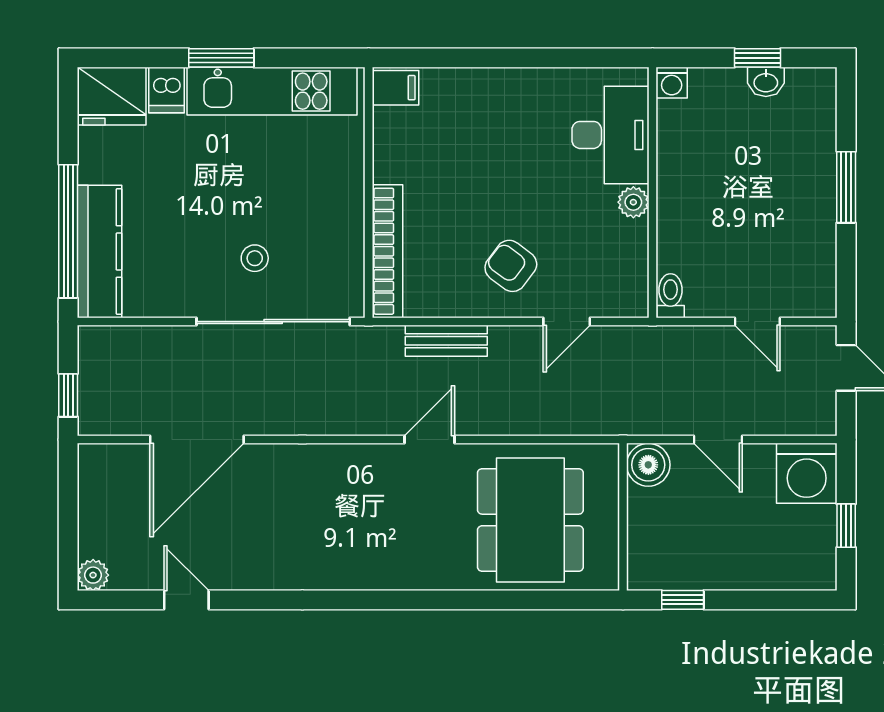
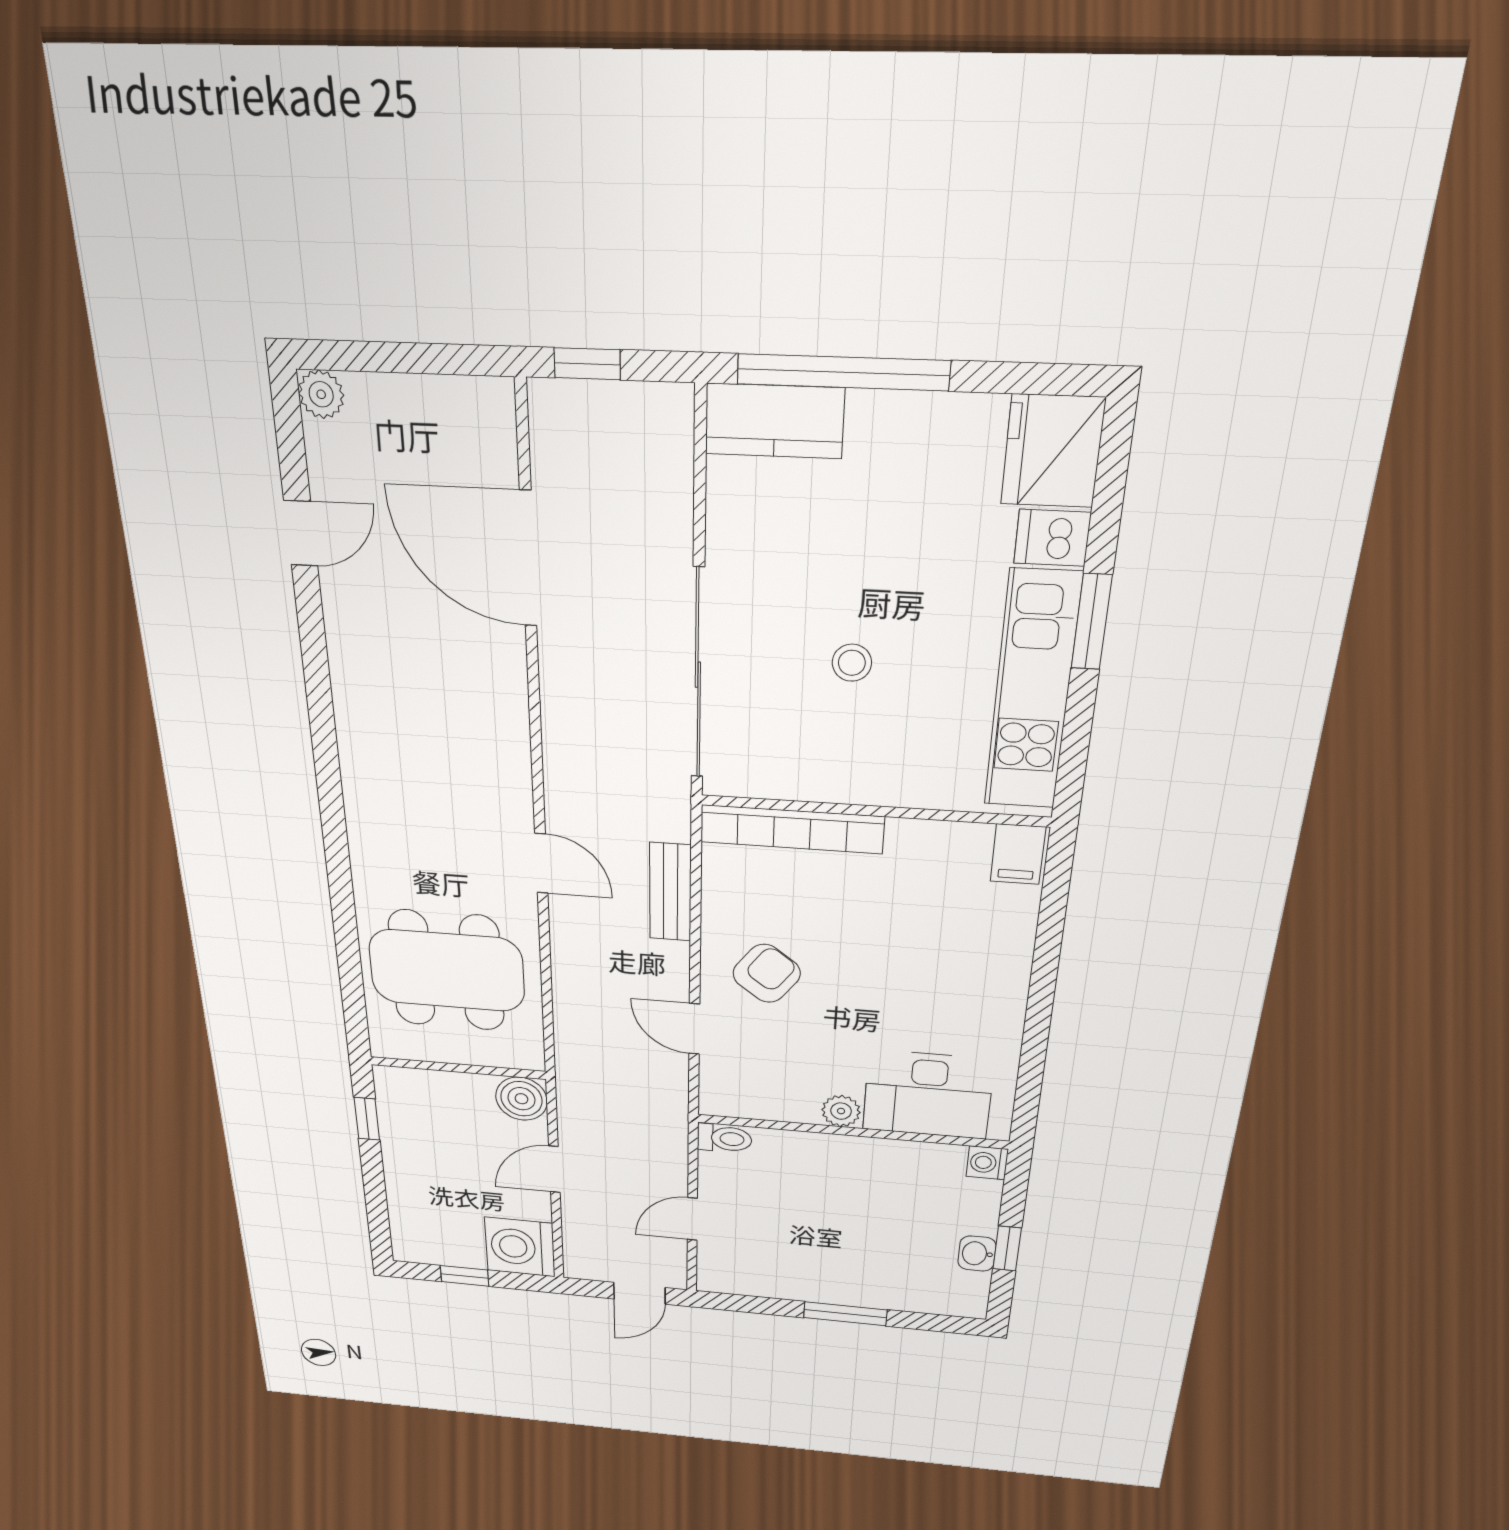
kitchen counter: (99, 252) -> (774, 421), width x0.67
stool: (255, 258) -> (852, 663), moved

